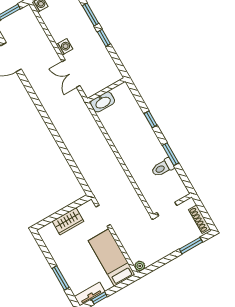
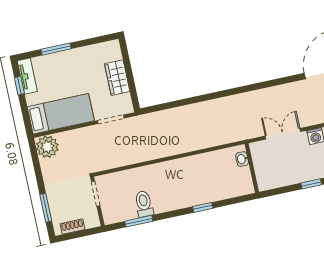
washbasin: (103, 102) -> (242, 159), width x0.52, depth x0.69
window: (171, 154) -> (139, 221), moved
shoe rack: (199, 219) -> (72, 227), width x0.70
plant: (140, 266) -> (47, 147), width x1.87, depth x1.87

